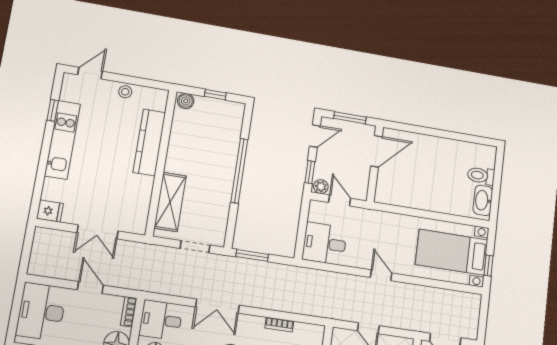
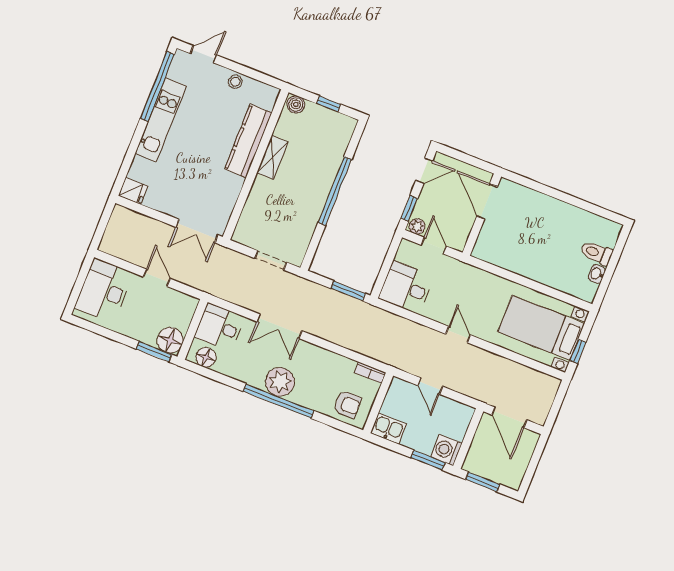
window: (53, 110) -> (157, 86), width x3.17
window: (350, 118) -> (467, 159), removed
door: (376, 151) -> (487, 201), swing flipped
washbasin: (483, 200) -> (597, 274), width x0.52, depth x0.69
shelving: (170, 202) -> (272, 157), moved, width x0.67, depth x0.75
double door: (98, 232) -> (197, 231), moved
window: (252, 255) -> (348, 291), moved
bookcase: (129, 312) -> (189, 311), removed
bookcase: (279, 325) -> (370, 373), moved

